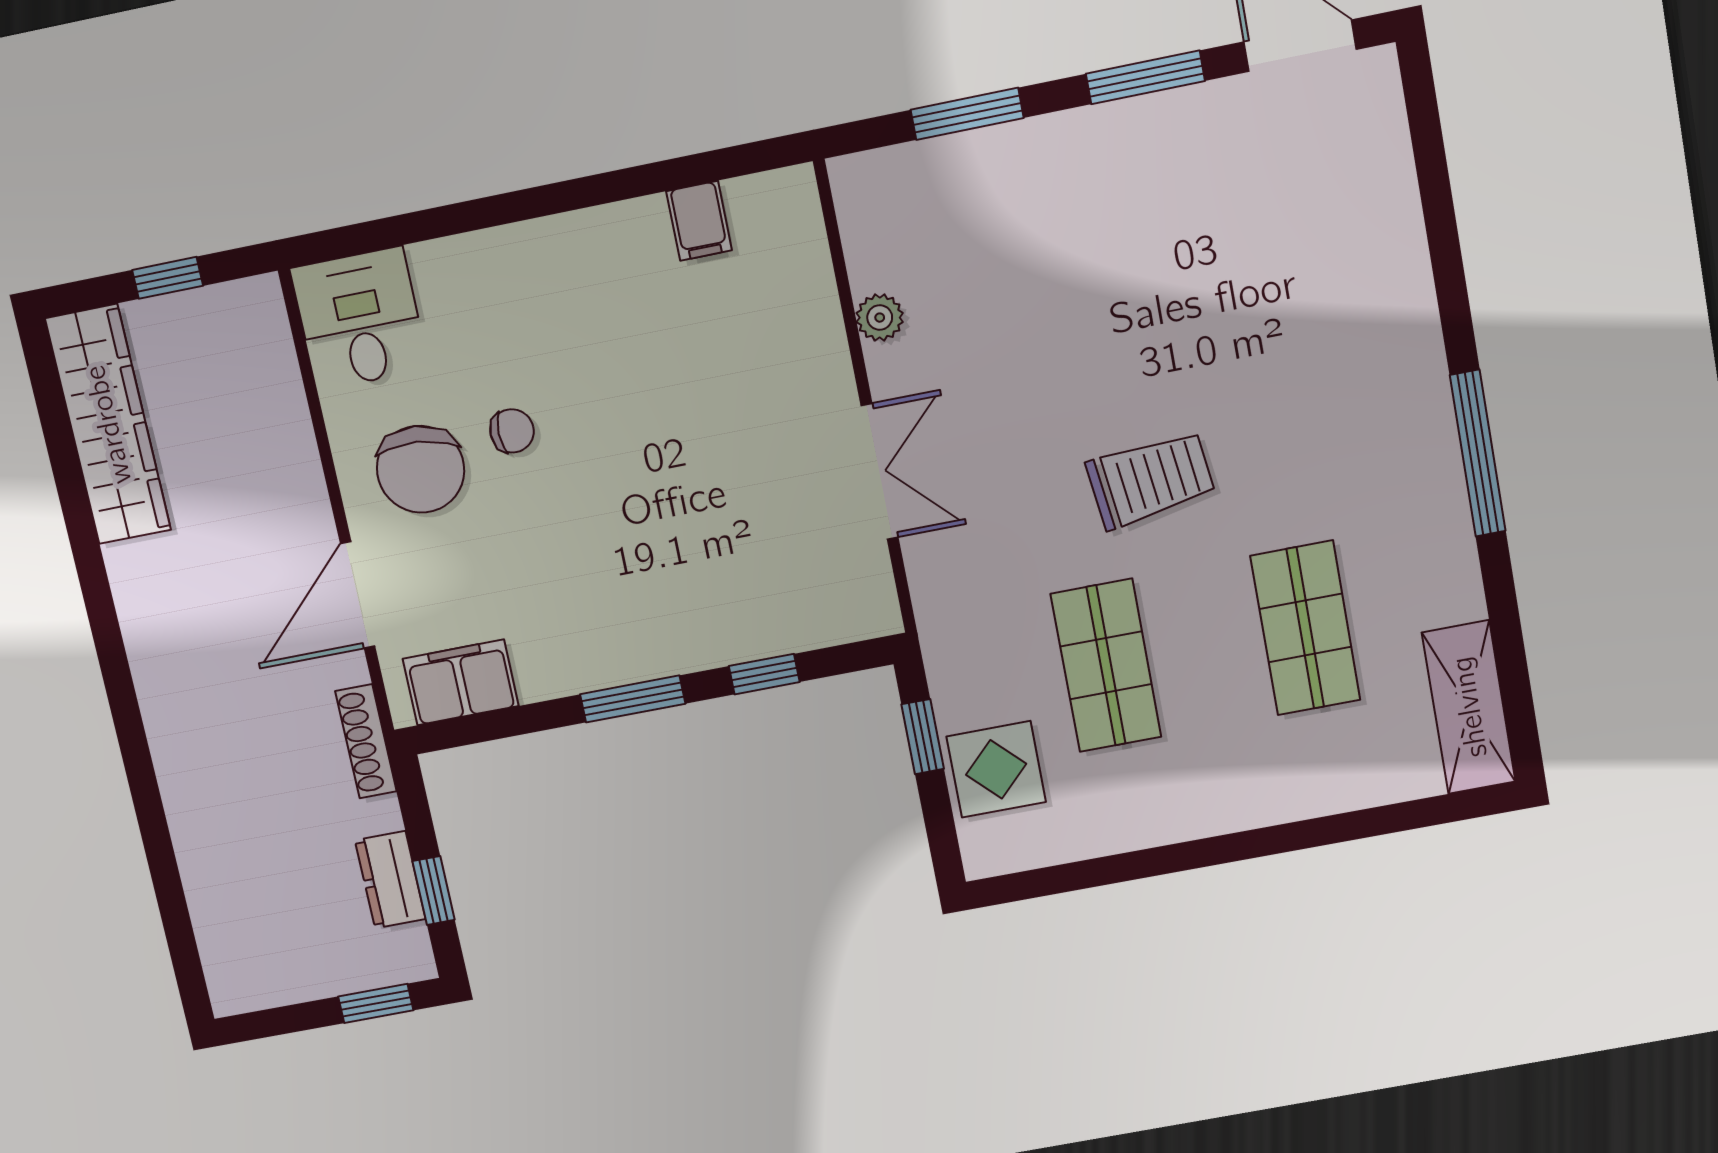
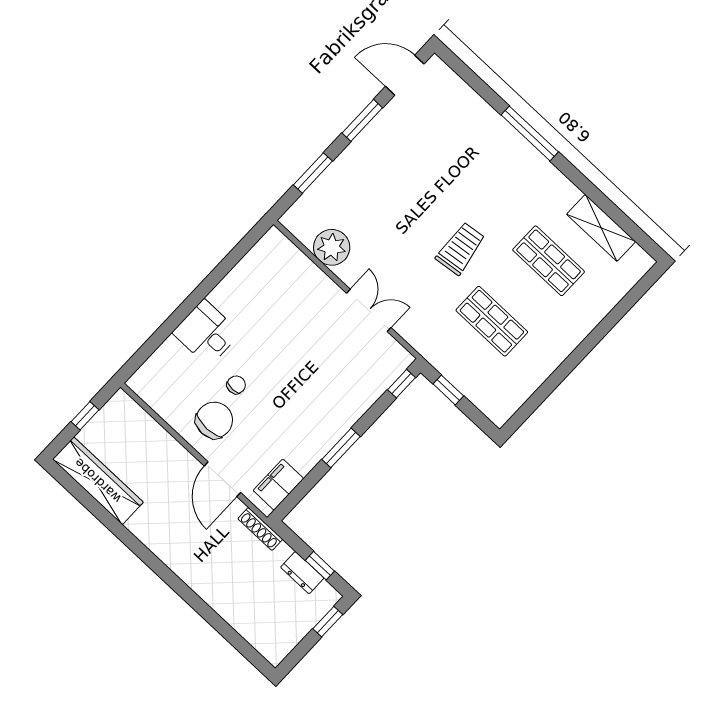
filing cabinet: (699, 221) -> (250, 270), removed
plant: (880, 318) -> (332, 247), width x1.87, depth x1.87
desk: (360, 319) -> (206, 333), moved
window: (1478, 453) -> (530, 133), moved
chair: (421, 469) -> (214, 420), turned -95
window: (764, 674) -> (401, 384), moved
shelving: (1469, 707) -> (601, 228), moved
display table: (996, 769) -> (481, 383), removed

